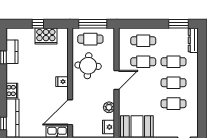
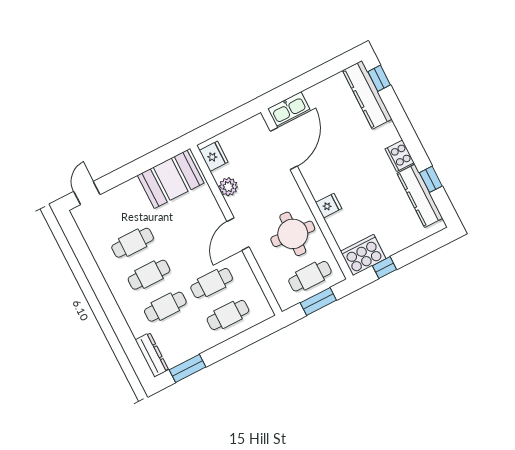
window: (38, 24) -> (385, 268), moved
window: (93, 24) -> (318, 301), width x0.69
cooker: (46, 36) -> (363, 255), moved
kitchen counter: (12, 52) -> (420, 196), width x1.50
fridge: (62, 82) -> (329, 206), moved
cooker: (12, 91) -> (400, 156), moved

